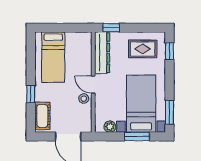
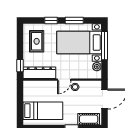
window: (169, 51) -> (51, 20), moved
window: (169, 112) -> (74, 20), moved
window: (137, 137) -> (105, 46), width x1.44

